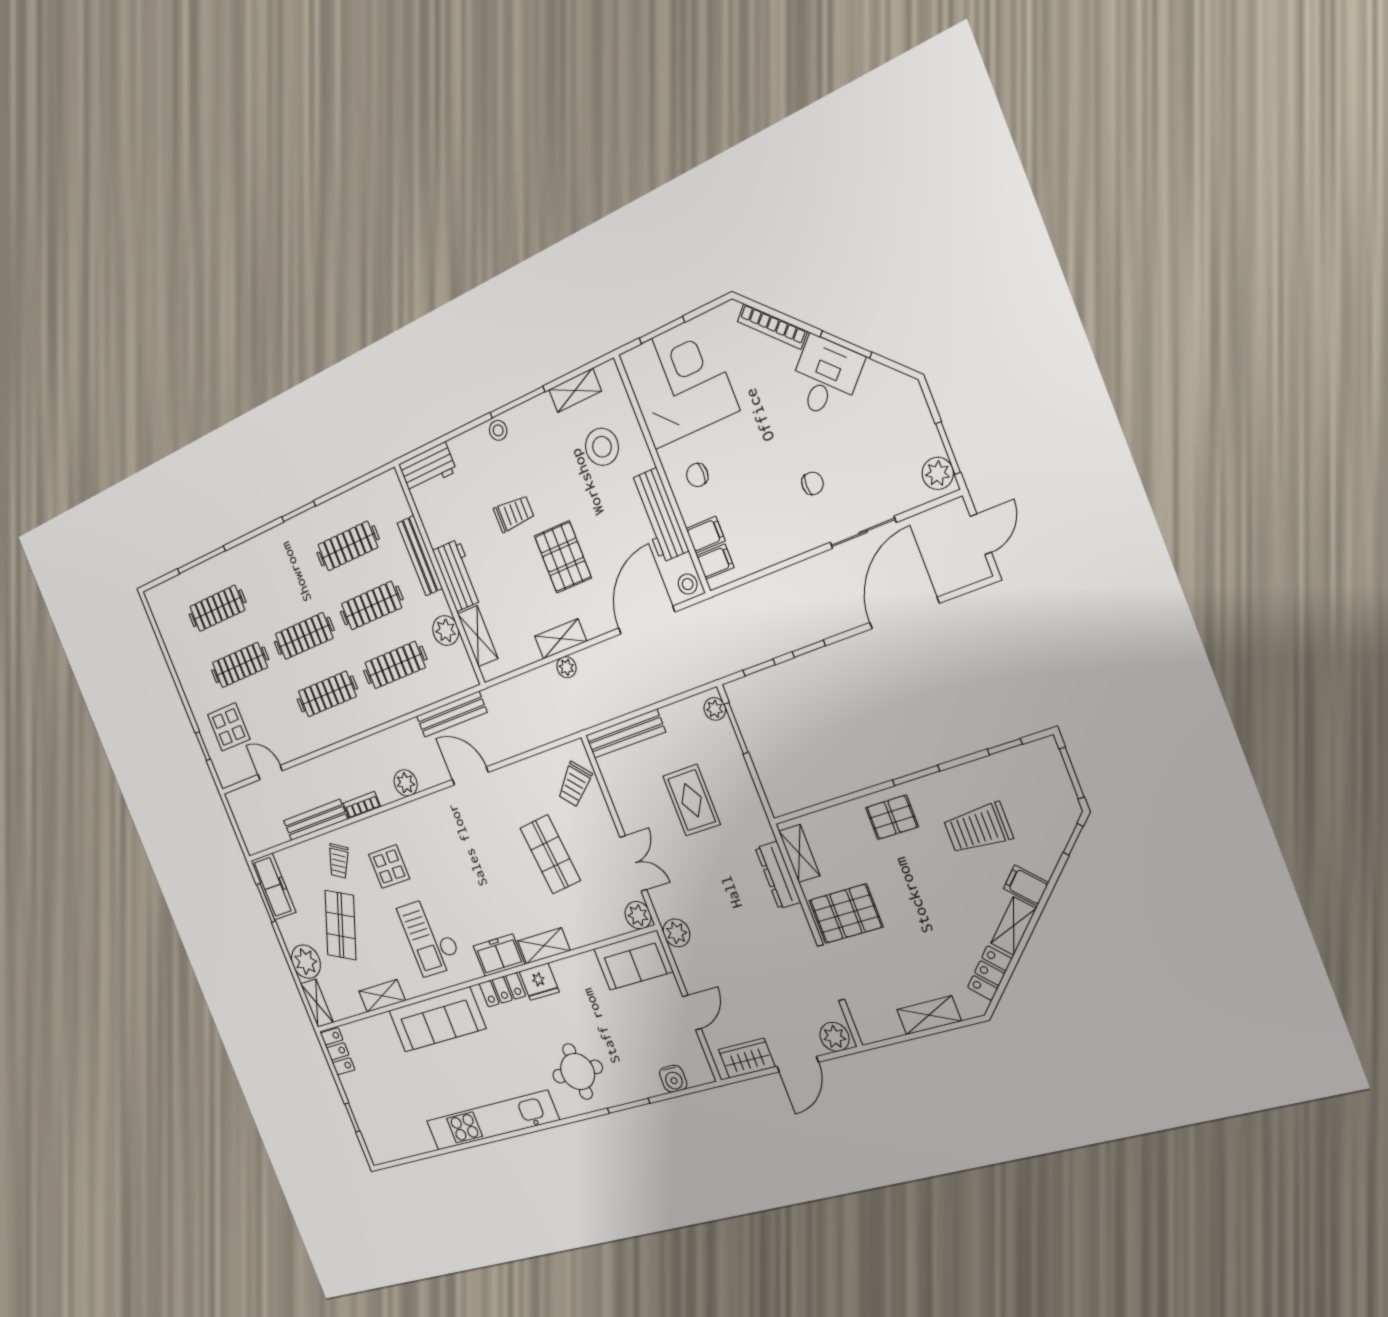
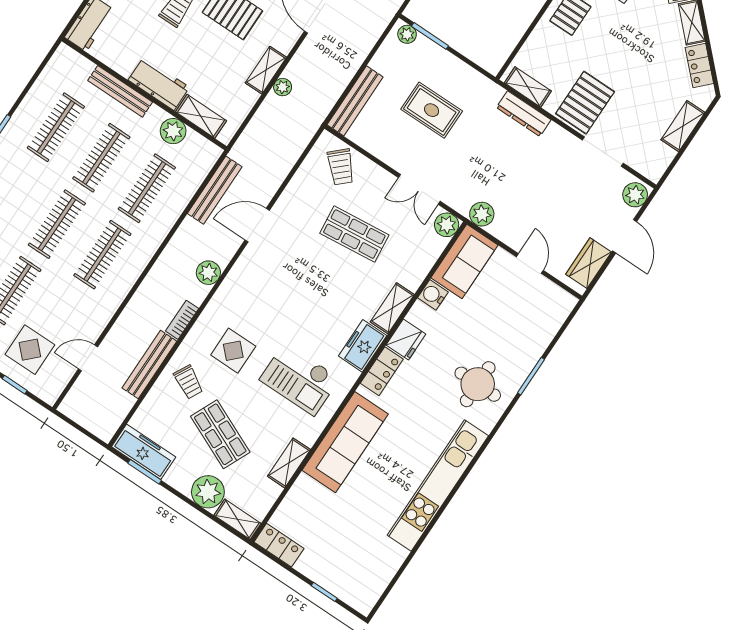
double door: (633, 863) -> (419, 189), swing flipped
water cooler: (673, 1079) -> (433, 295), moved, turned 180

